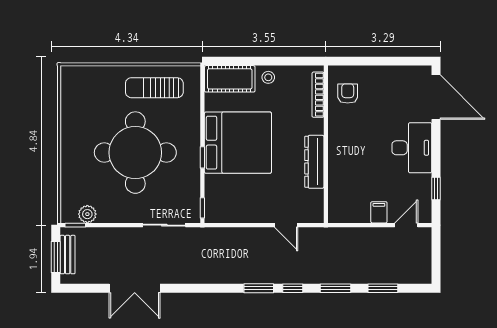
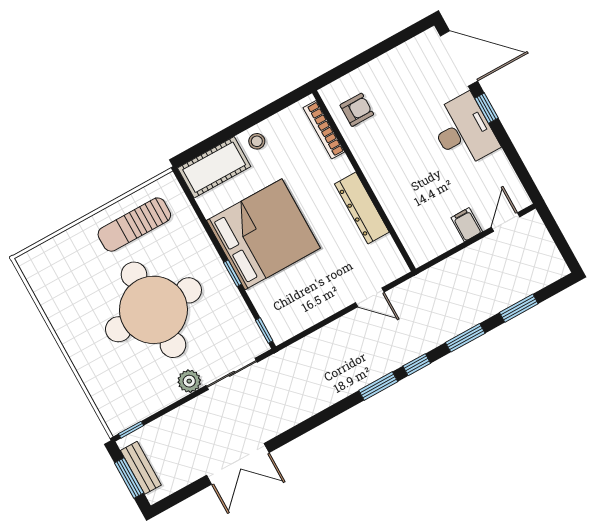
armchair: (348, 93) -> (357, 110), turned 90
window: (436, 189) -> (486, 108), moved
plant: (87, 214) -> (189, 381), moved

